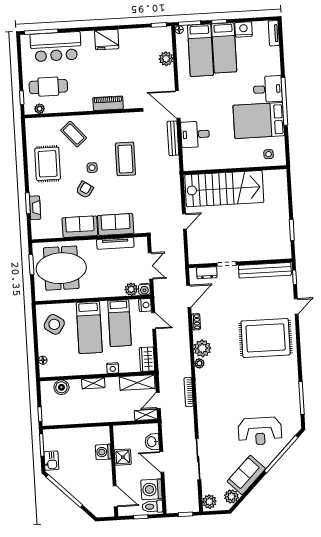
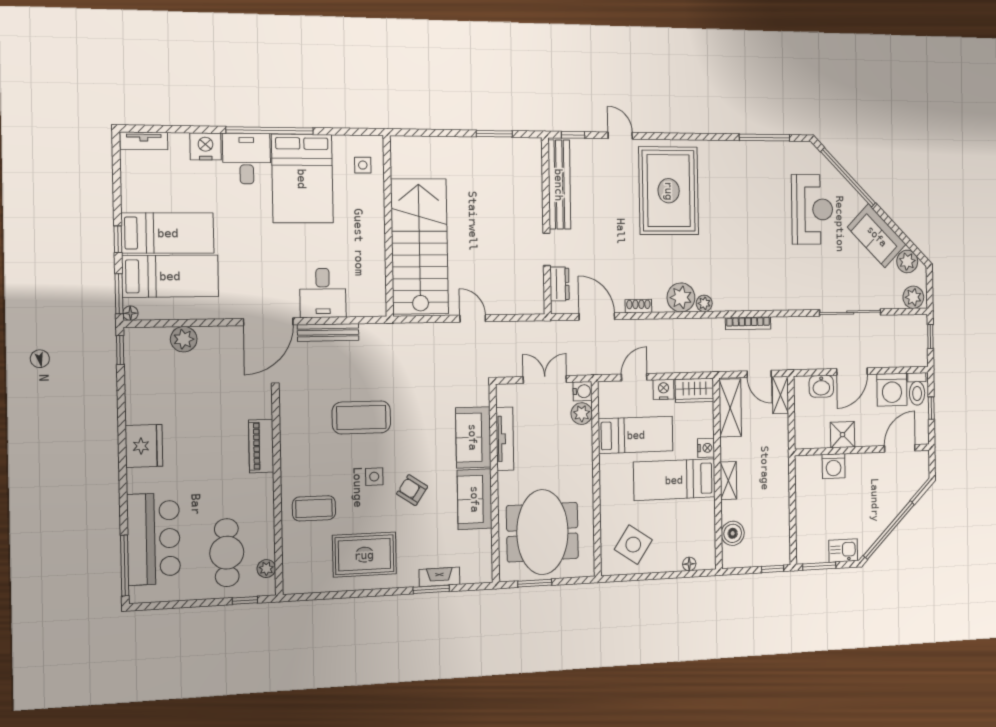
nightstand: (244, 29) -> (205, 146), moved, turned 90
coffee table: (74, 134) -> (314, 508), turned 41
nightstand: (145, 305) -> (664, 389), moved
bed: (89, 327) -> (674, 480), moved, turned 180

